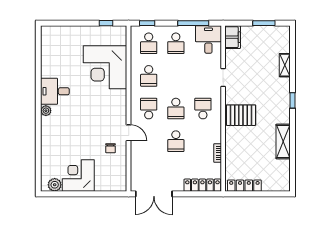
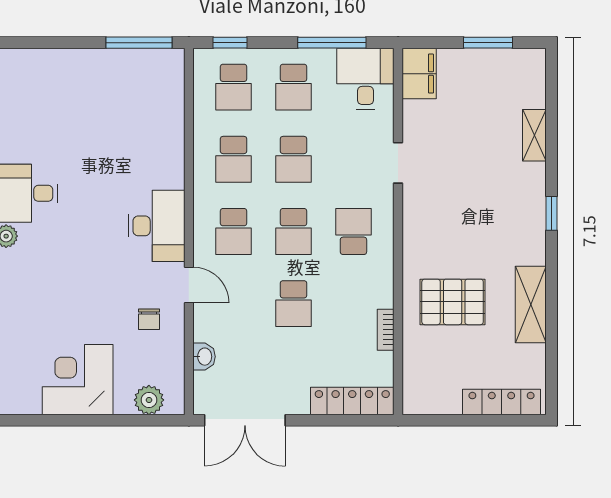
window: (106, 23) -> (139, 43), width x2.17
corner desk: (105, 67) -> (137, 140), removed
school desk: (176, 76) -> (293, 159), added
desk: (114, 106) -> (157, 226), added
school desk: (149, 109) -> (234, 231), turned 180
pallet: (241, 115) -> (453, 302), moved
washbasin: (135, 165) -> (204, 357), added
plant: (55, 185) -> (149, 400), moved
locker: (244, 186) -> (501, 402), moved

